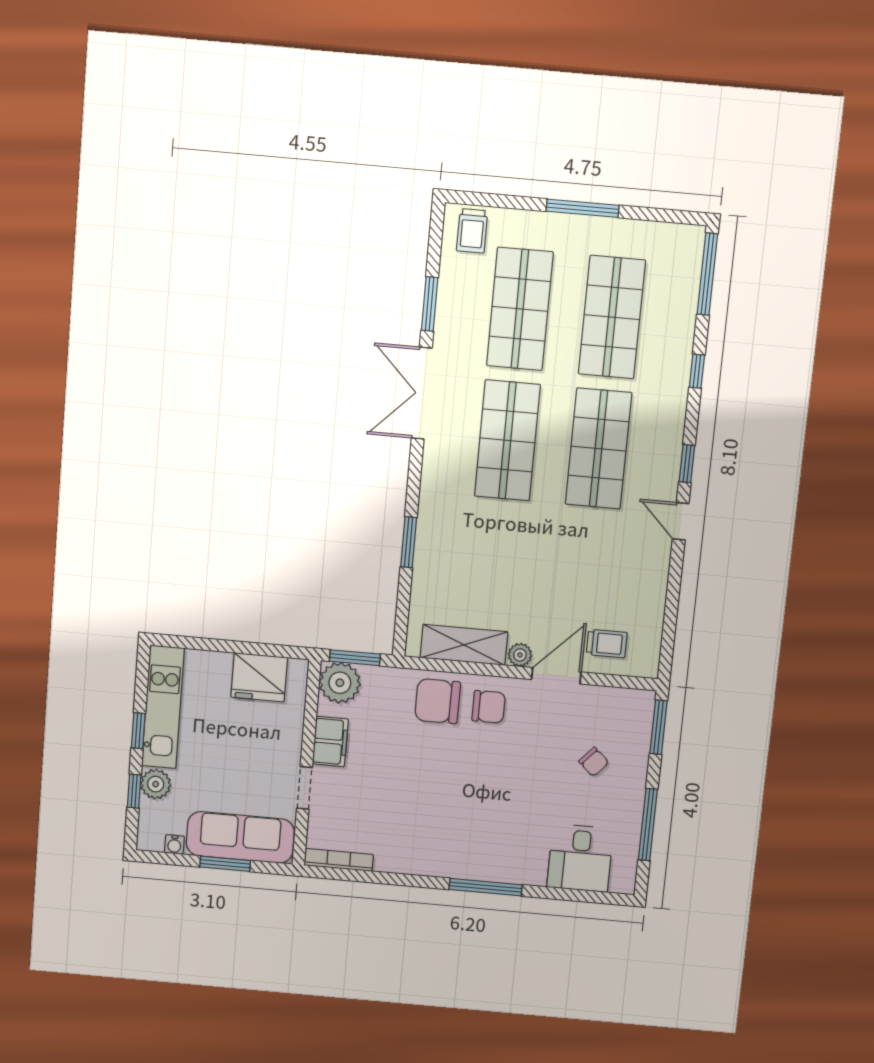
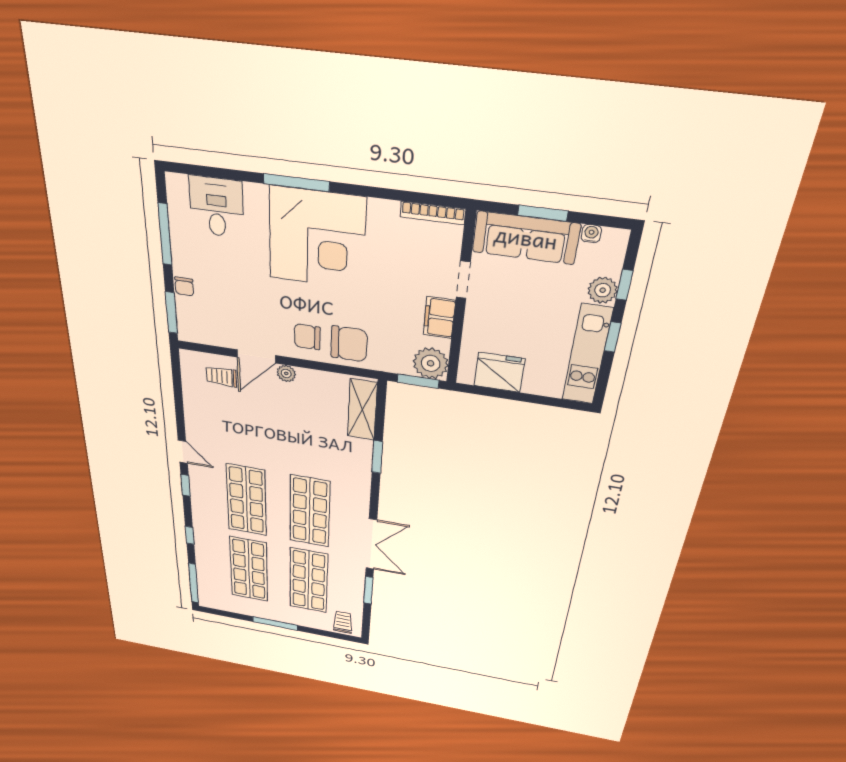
shelving: (464, 645) -> (362, 410), moved, turned 90
chair: (594, 762) -> (184, 286), moved, turned -132
corner desk: (467, 827) -> (317, 238), added

